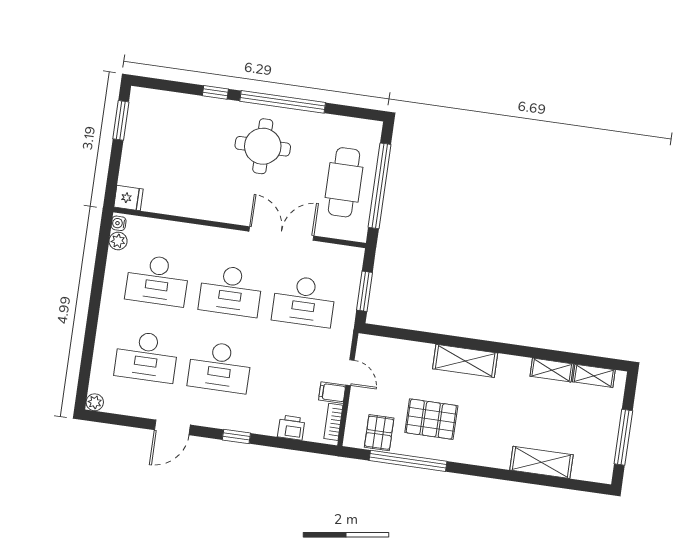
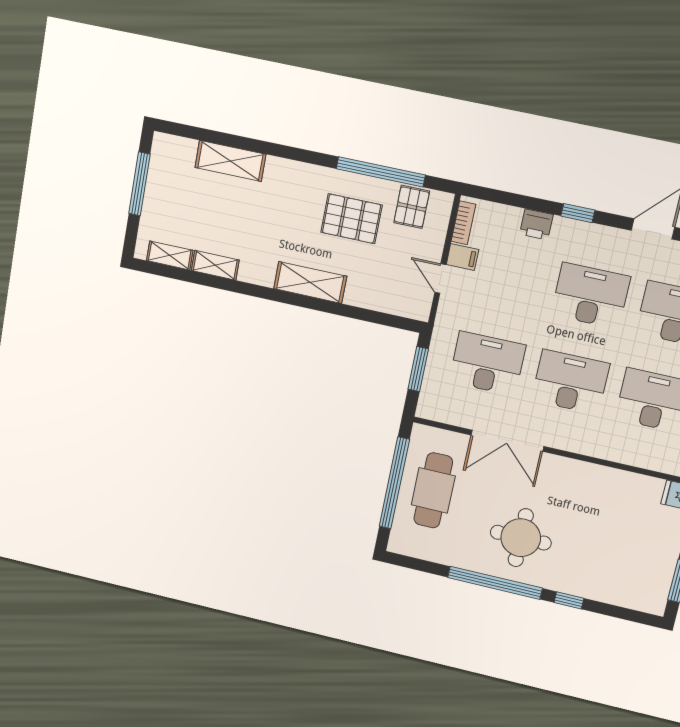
printer: (291, 428) -> (536, 224), moved

